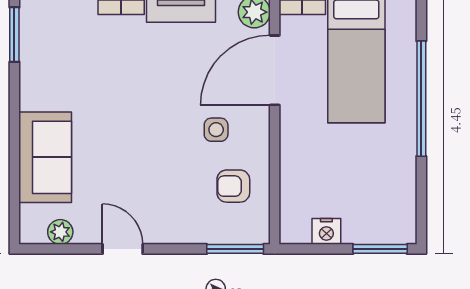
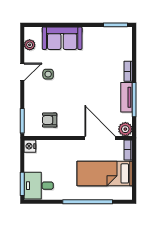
side table: (216, 130) -> (48, 74), moved
armchair: (233, 186) -> (50, 120), turned -90
desk: (384, 211) -> (39, 186), added
nightstand: (326, 231) -> (30, 146), moved

